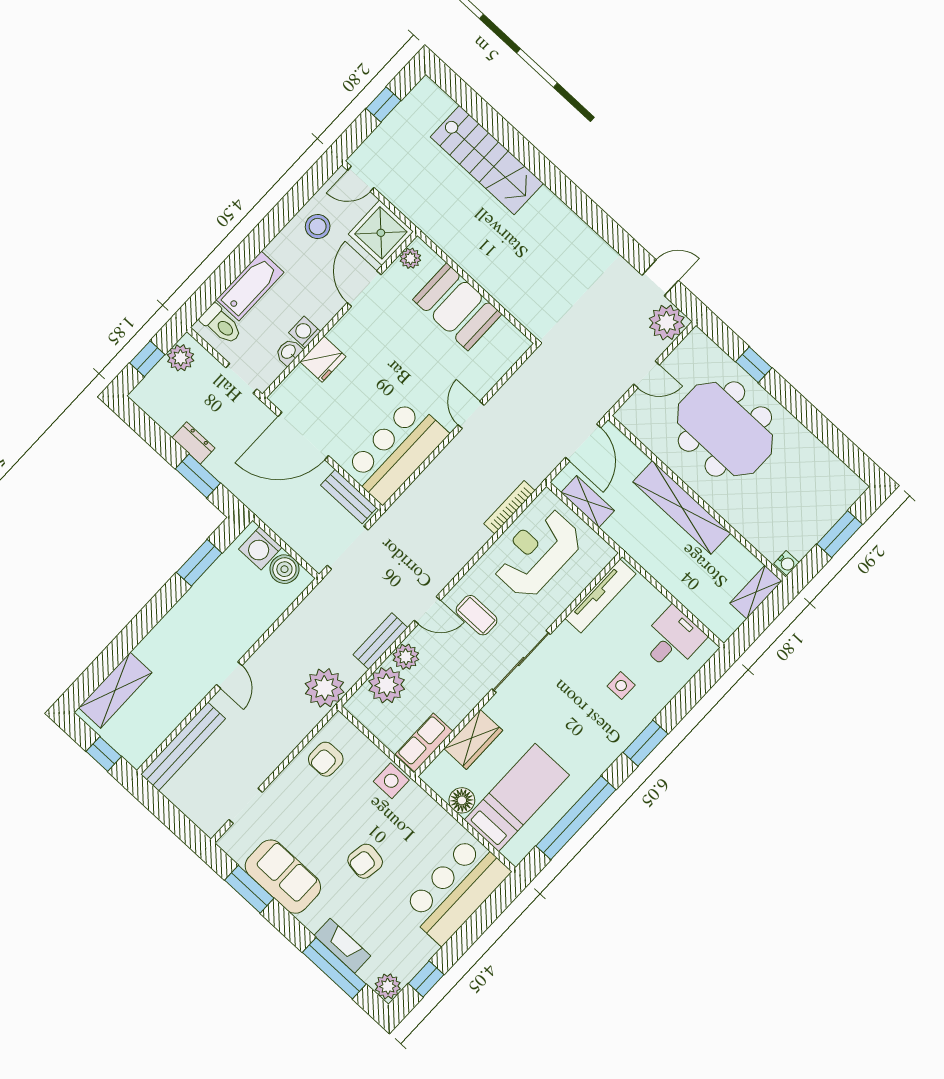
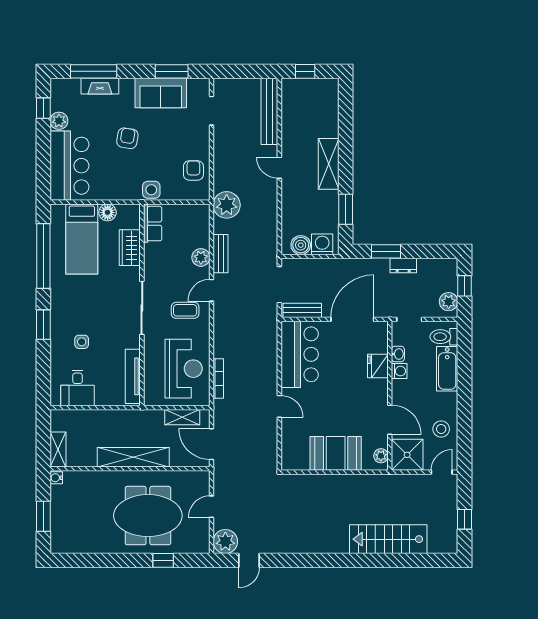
plant: (387, 685) -> (197, 235), removed
shelving: (115, 690) -> (329, 164), moved
plant: (388, 986) -> (59, 121), moved

